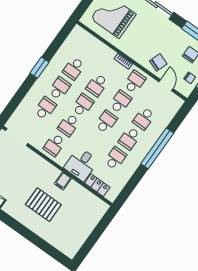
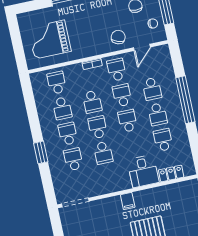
window: (39, 68) -> (41, 152), moved
door: (166, 85) -> (142, 47), swing flipped
school desk: (54, 145) -> (57, 83), moved, turned 180
filing cabinet: (63, 181) -> (128, 201), moved

